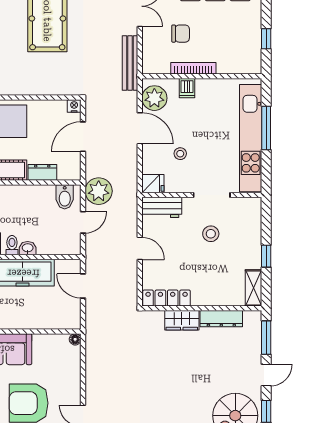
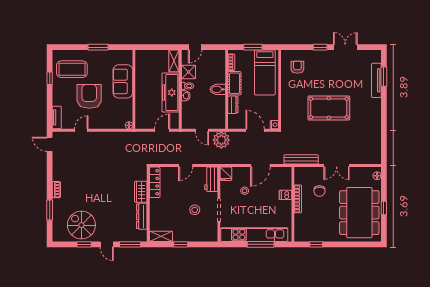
plant: (154, 98) -> (279, 175), removed
bidet: (65, 197) -> (218, 89), moved

